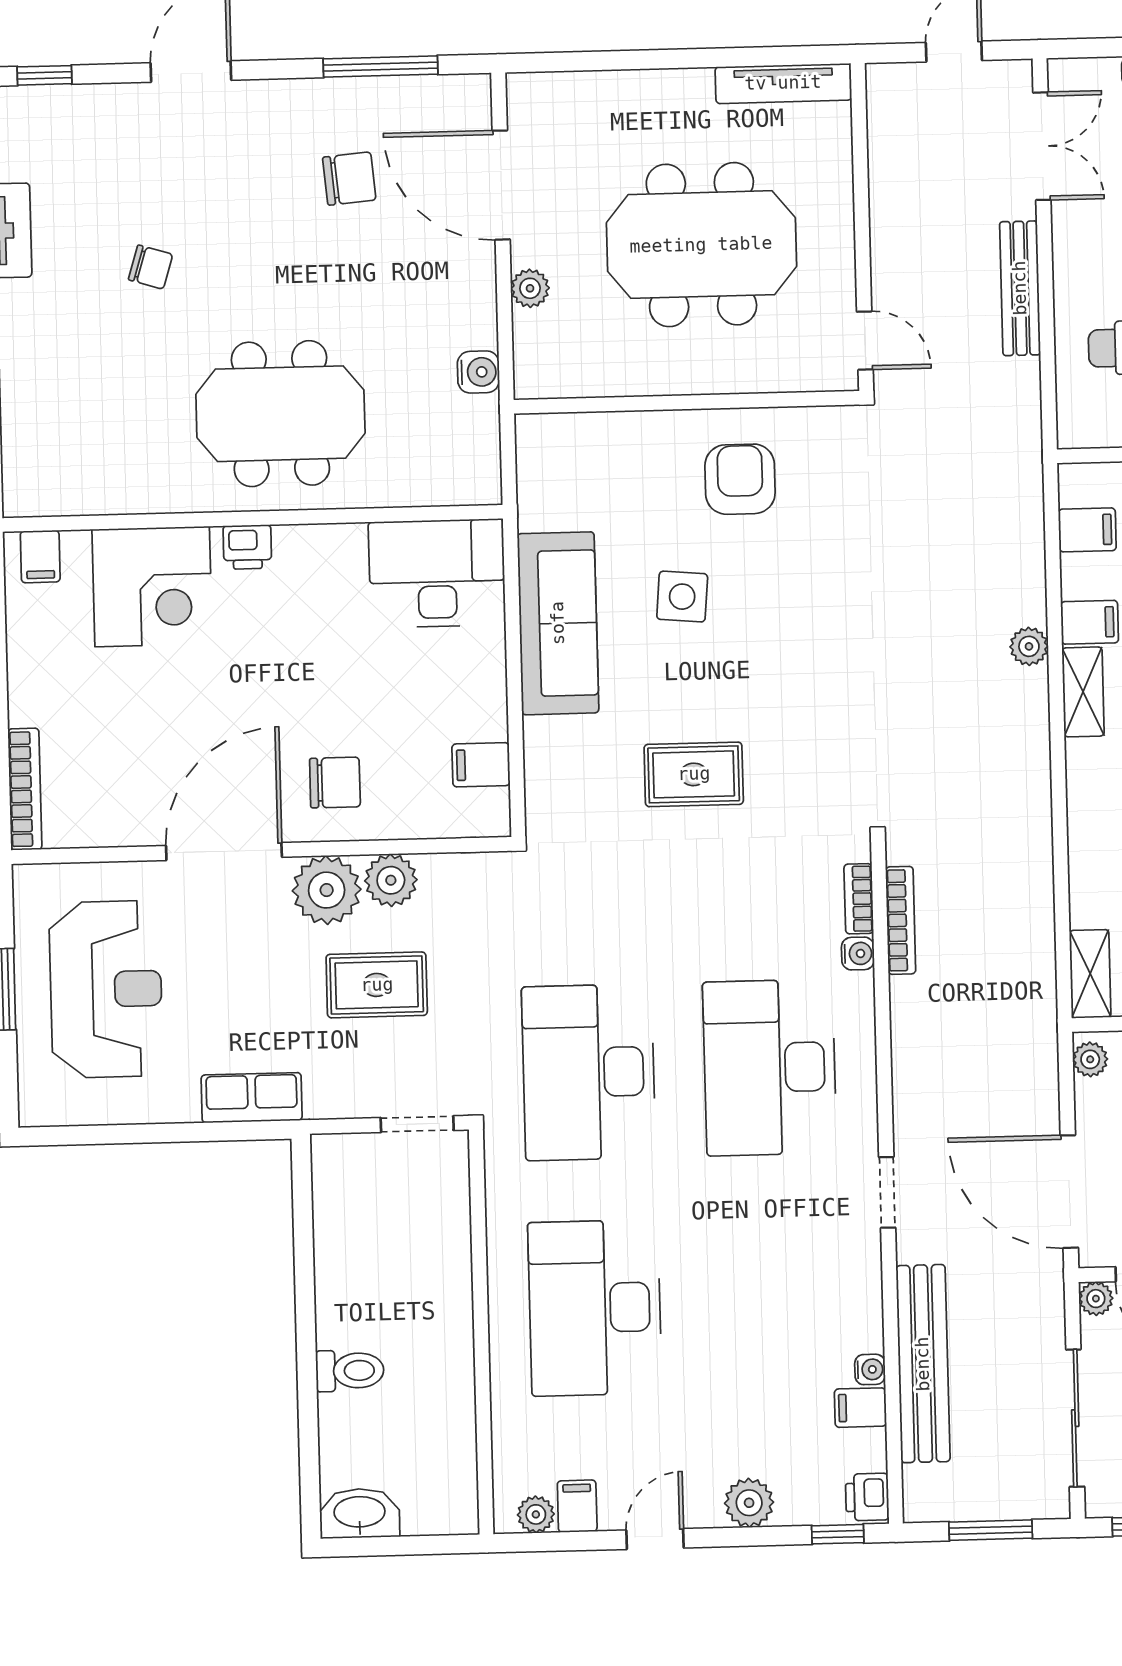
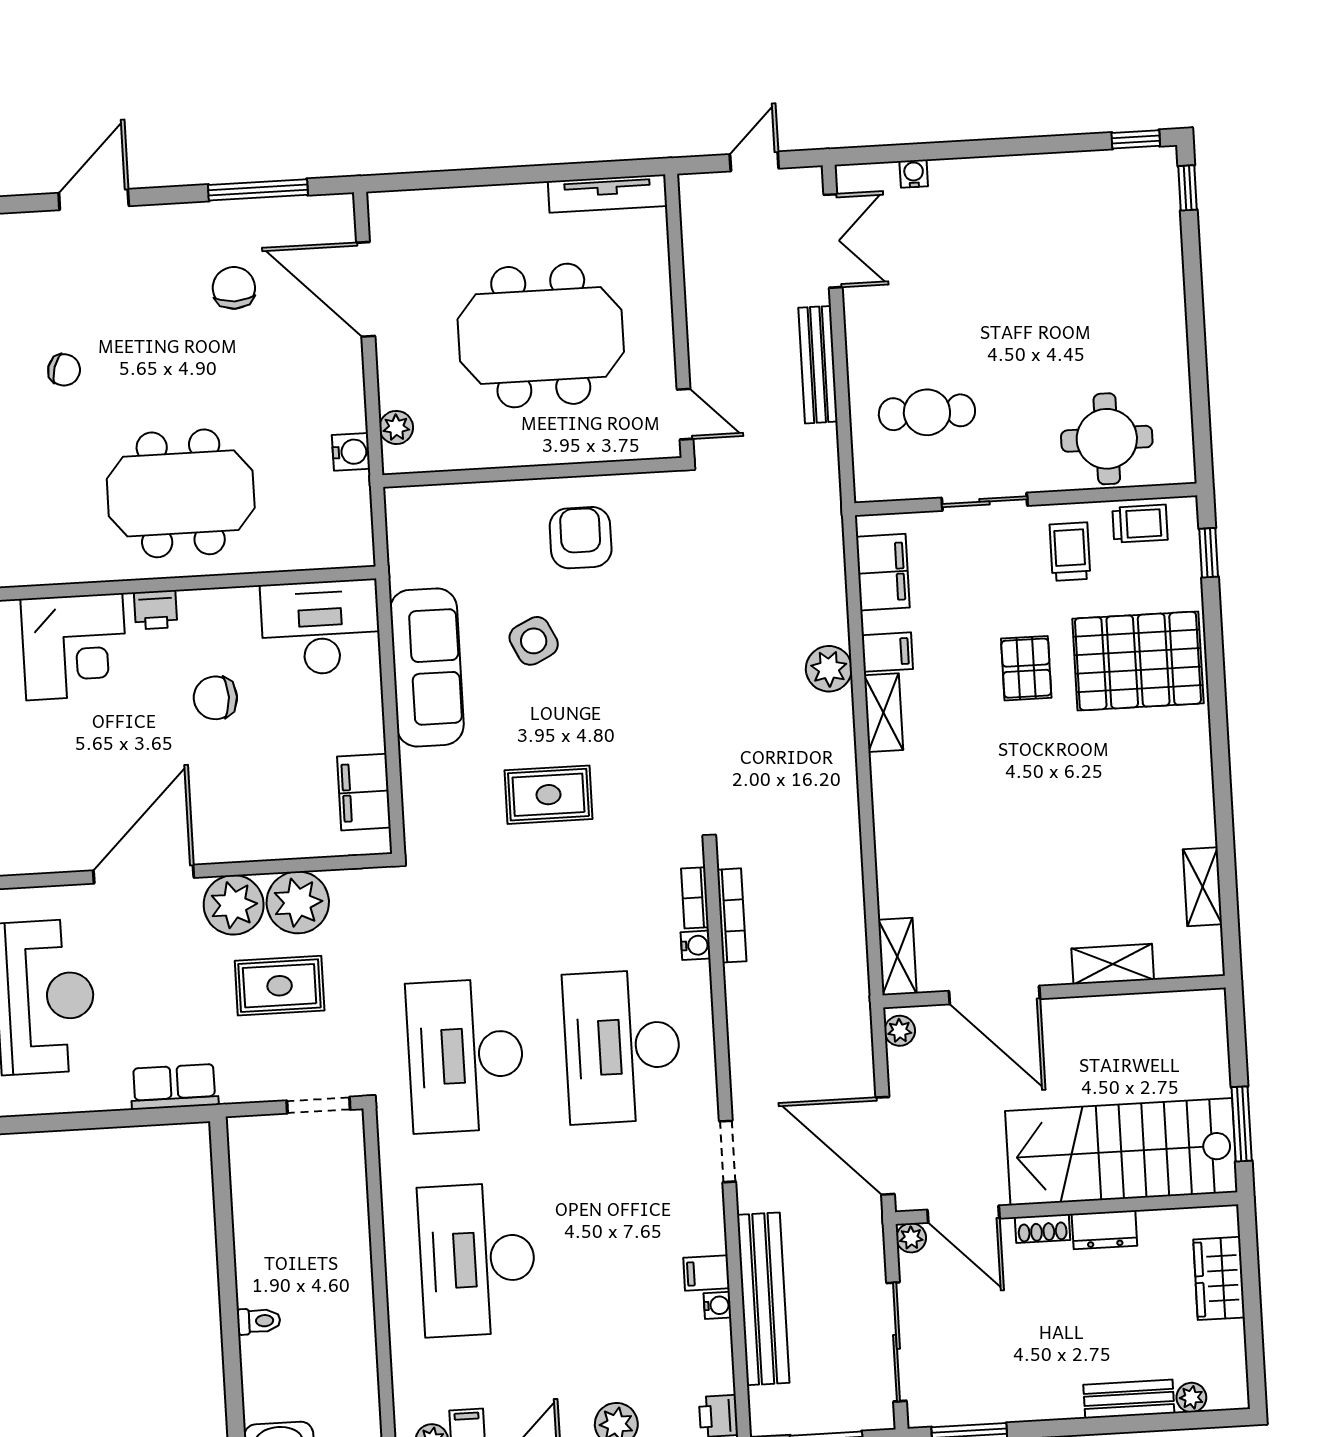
chair: (349, 179) -> (234, 288), turned -85
plant: (530, 288) -> (396, 427), moved
filing cabinet: (1087, 530) -> (883, 572), width x2.00
side table: (682, 597) -> (534, 641), turned -31
plant: (1029, 646) -> (829, 669), width x1.38, depth x1.38
filing cabinet: (481, 765) -> (364, 792), width x2.00
chair: (335, 783) -> (215, 698), moved, turned 180
plant: (391, 880) -> (298, 902), width x1.36, depth x1.36
toilet: (350, 1371) -> (259, 1321), width x0.73, depth x0.72
filing cabinet: (860, 1408) -> (706, 1273), moved

